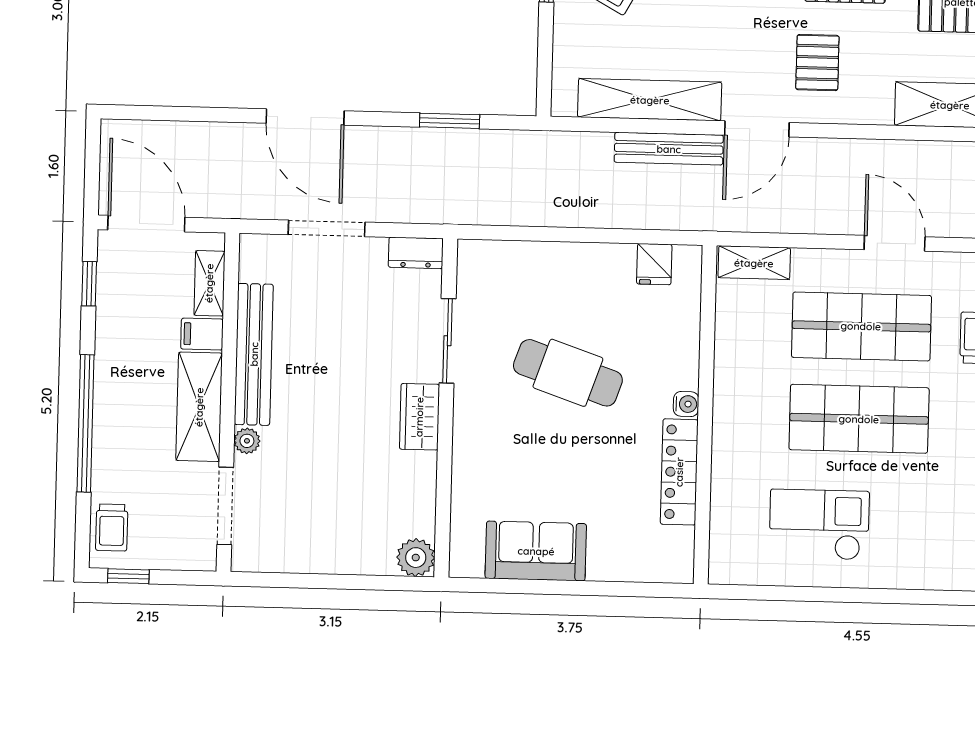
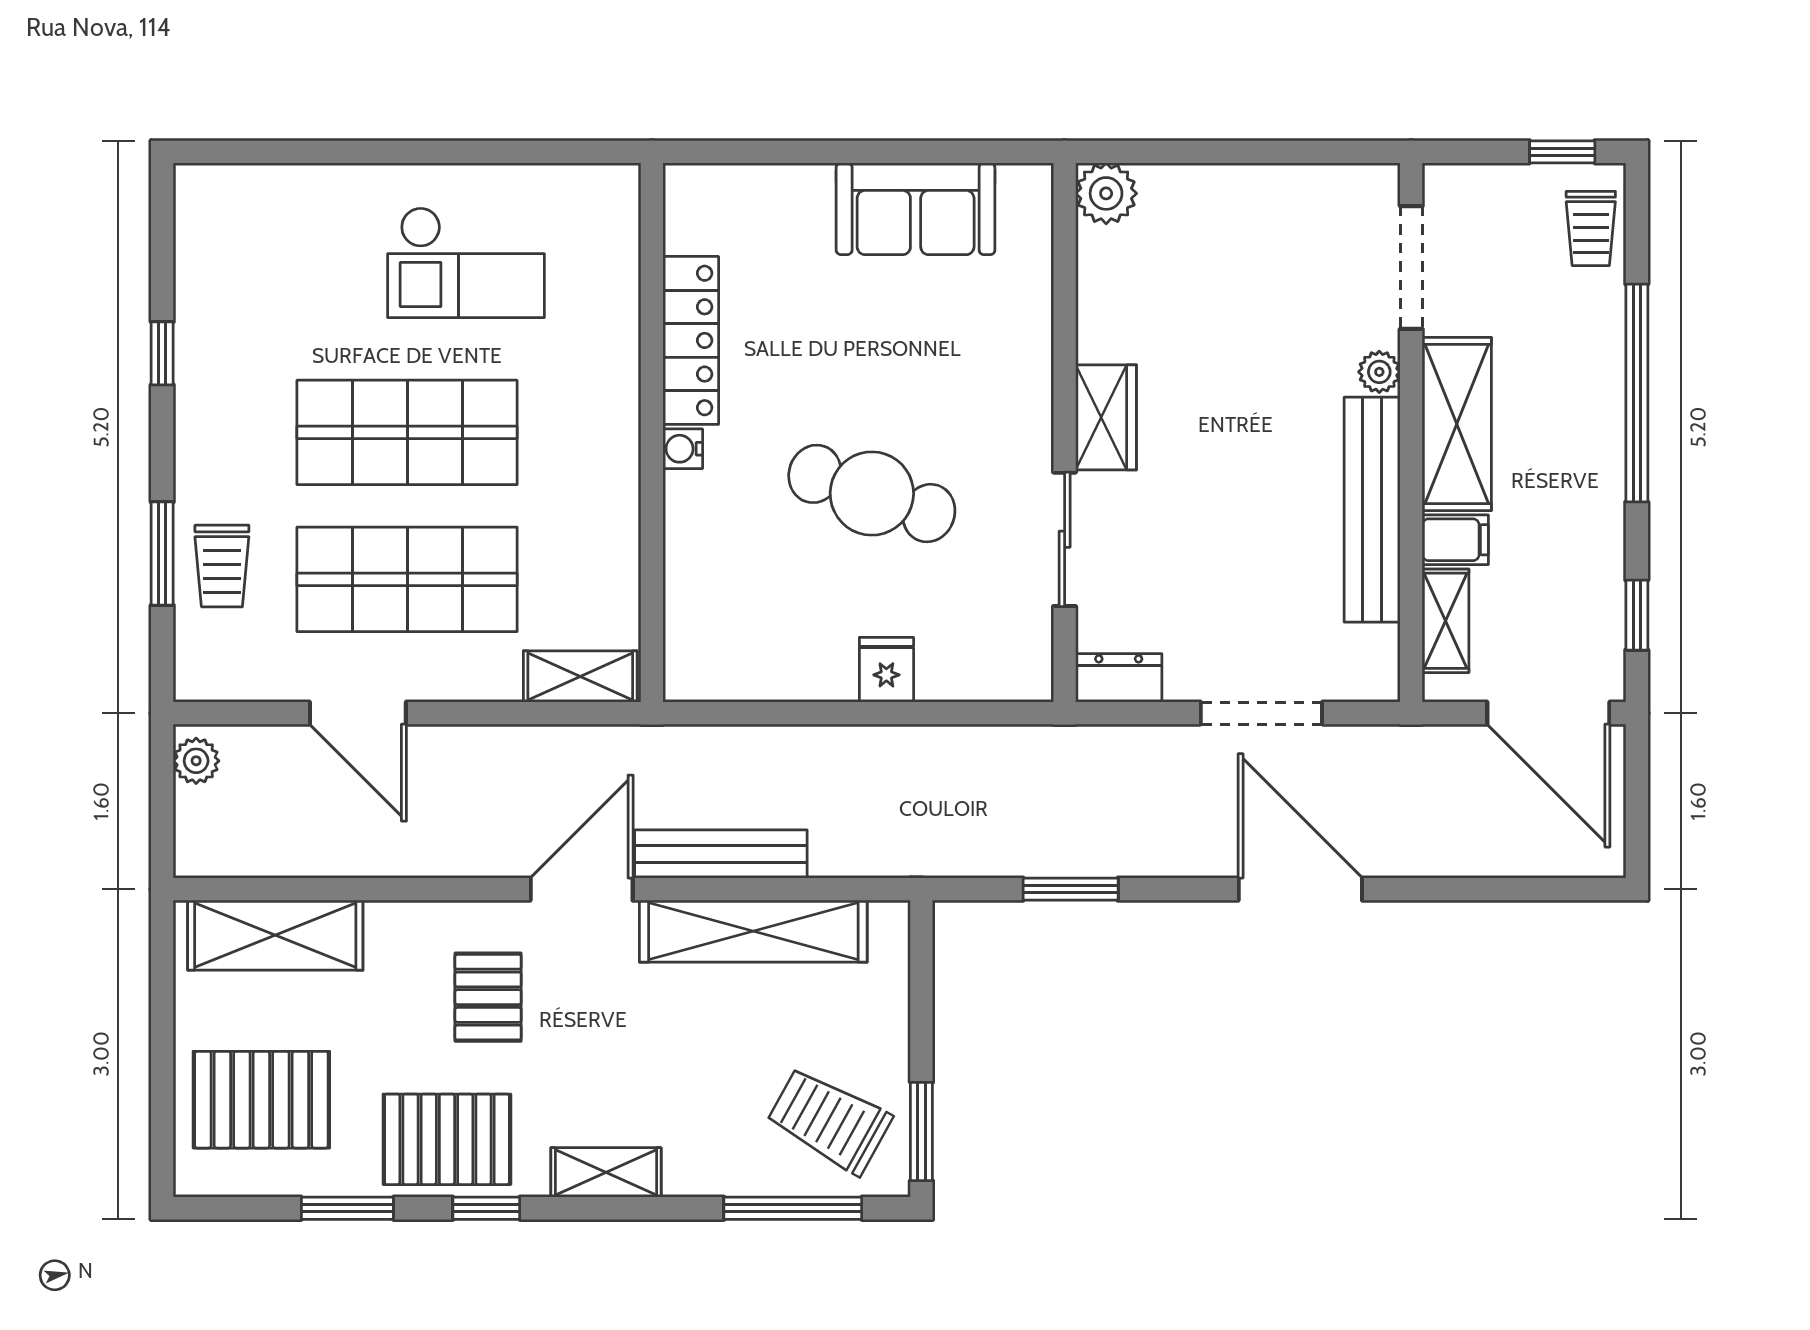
fridge: (654, 264) -> (886, 670), moved
trolley: (112, 528) -> (1591, 228), turned 180

